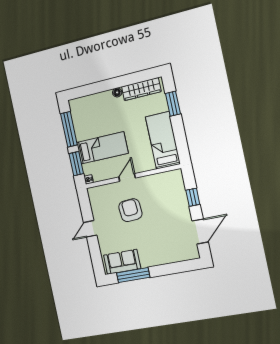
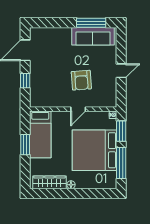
window: (173, 104) -> (25, 145), moved
bed: (102, 148) -> (95, 150), width x2.04
sofa: (122, 262) -> (93, 36), width x1.36

